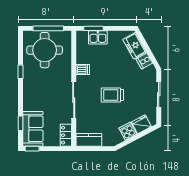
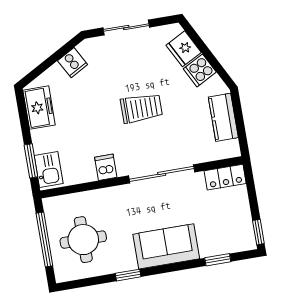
kitchen sink: (98, 37) -> (49, 170), moved
freezer: (135, 46) -> (39, 108), moved, turned -61
round table: (45, 50) -> (83, 240), width x0.73, depth x0.73
trolley: (112, 95) -> (141, 108), turned -90
sofa: (33, 129) -> (166, 246), moved
kitchen counter: (89, 140) -> (223, 117), moved

